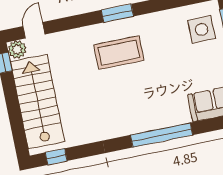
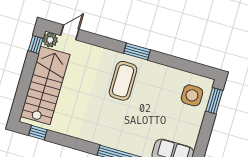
coffee table: (119, 53) -> (123, 81), turned 90

